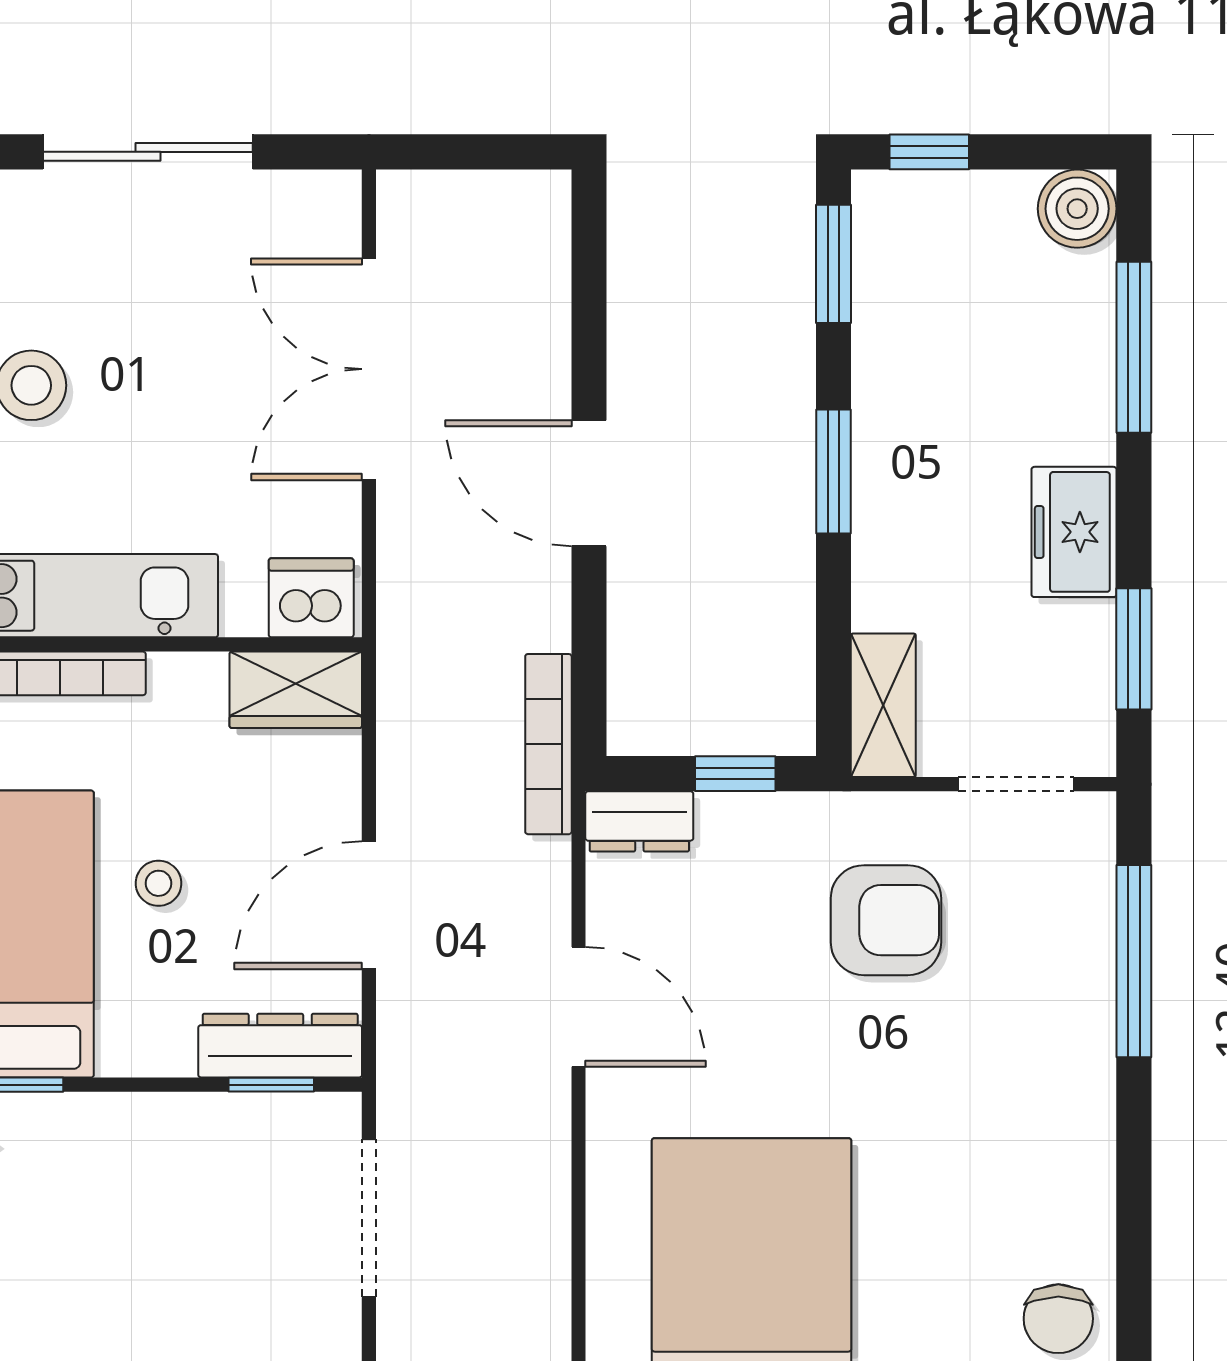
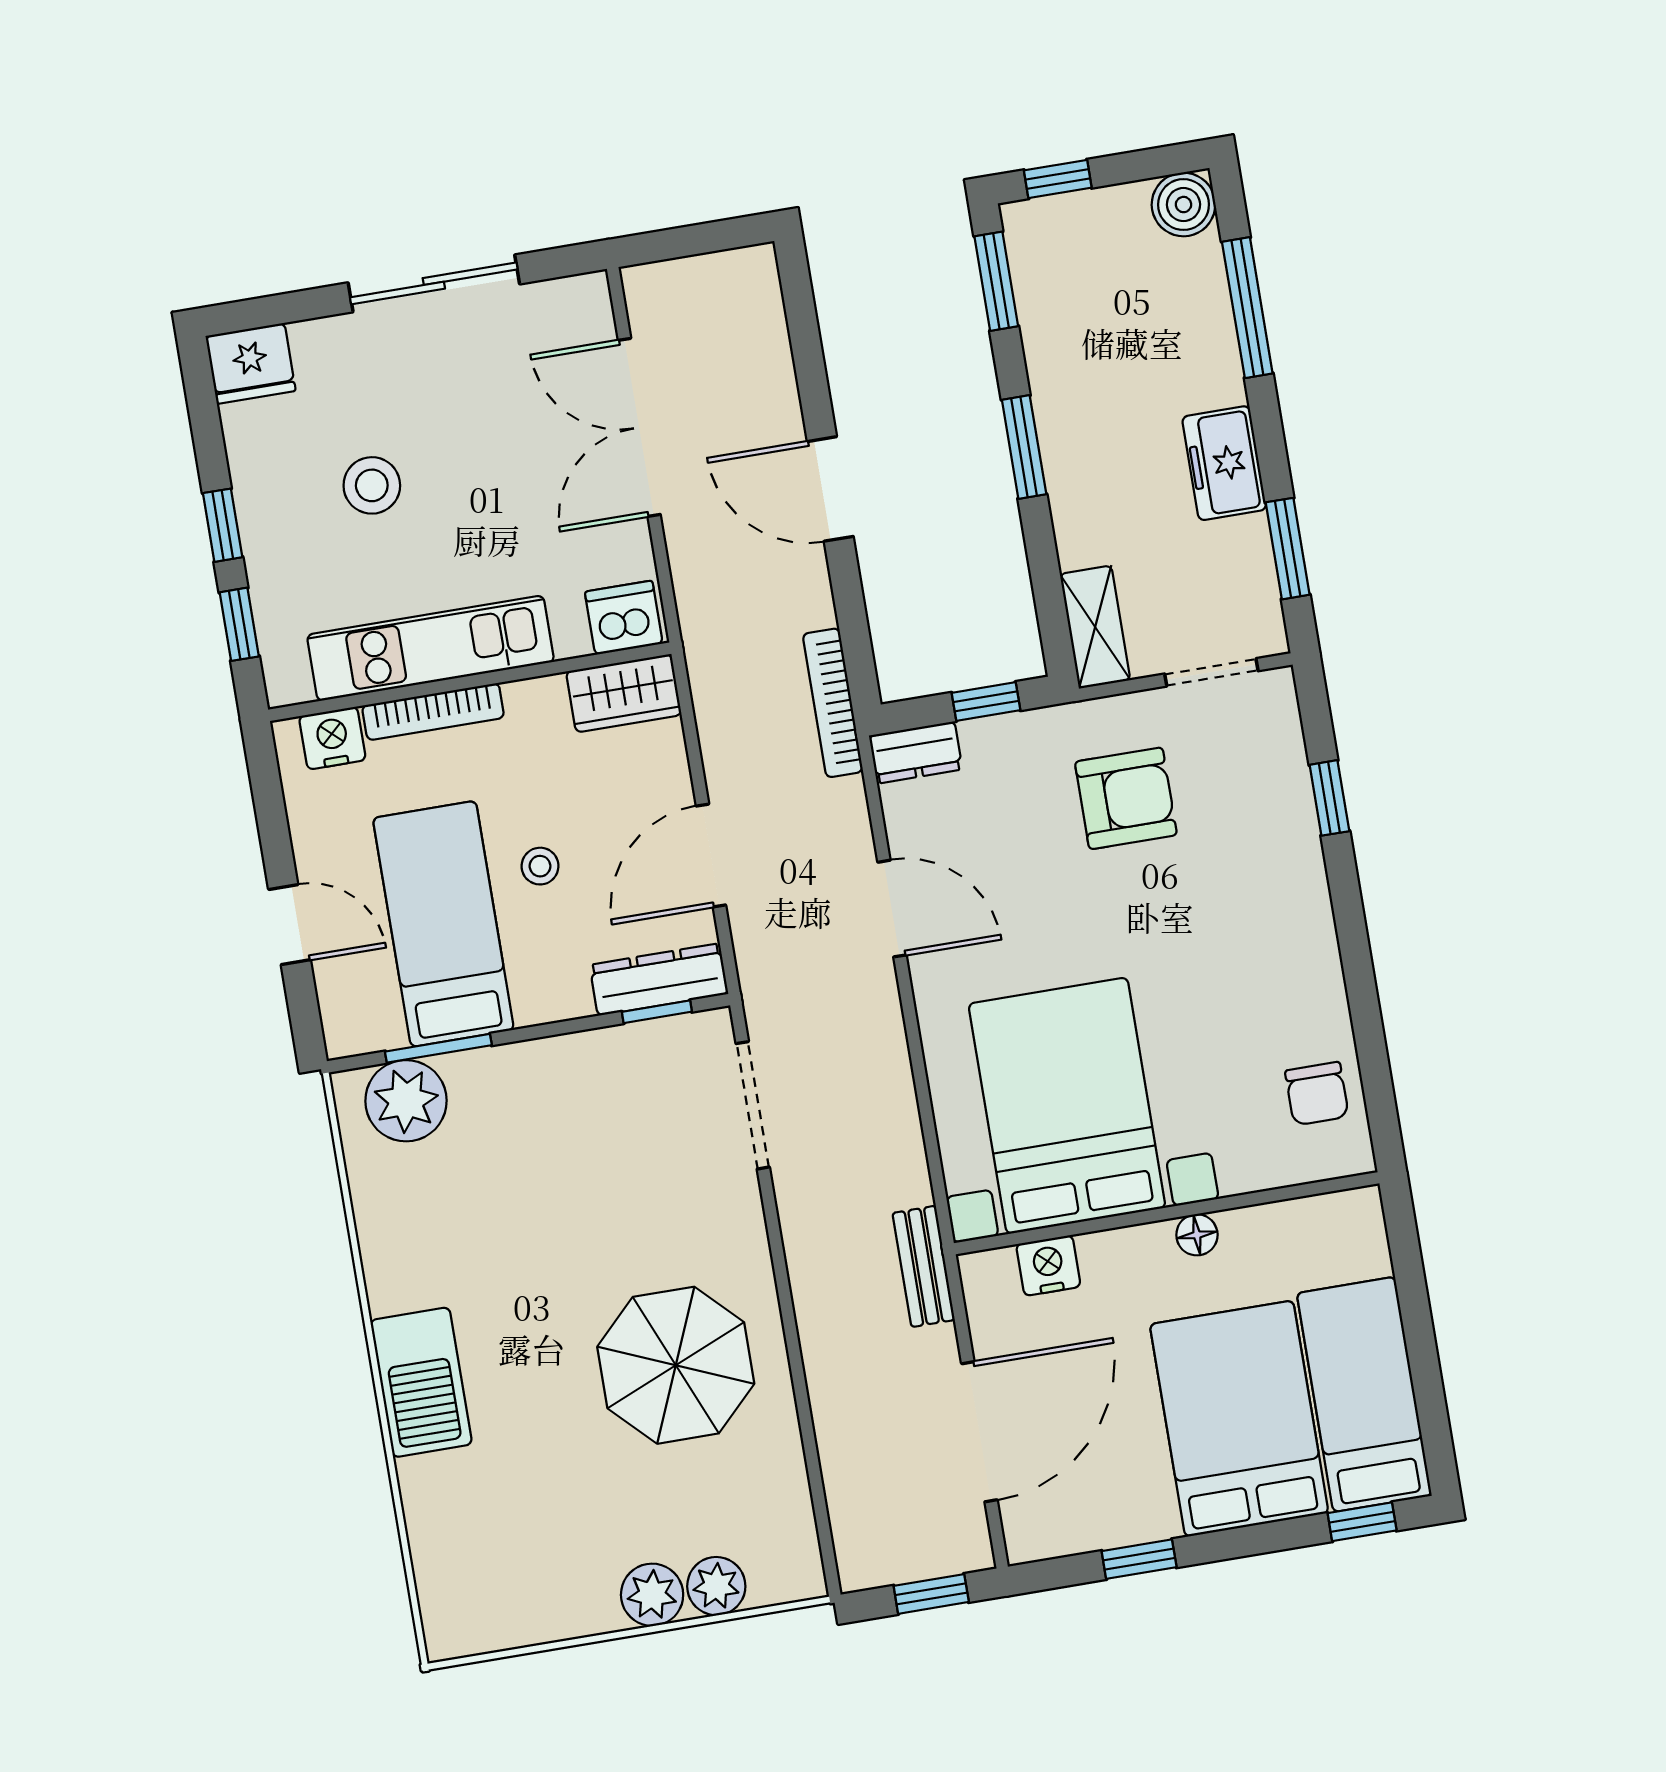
window: (1134, 961) -> (1329, 798), width x0.46

